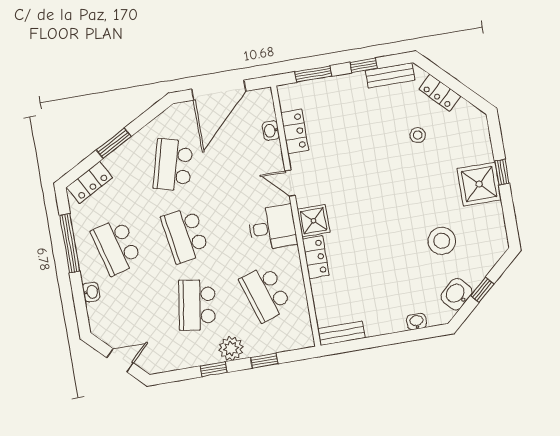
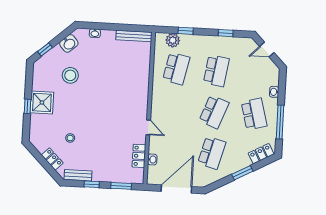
shower: (314, 221) -> (140, 103), removed
desk: (272, 228) -> (164, 105), removed
school desk: (185, 235) -> (214, 112), turned 30
locker: (316, 257) -> (143, 82), removed
window: (482, 290) -> (45, 50), moved
school desk: (265, 293) -> (176, 69), turned 30
bench: (341, 333) -> (134, 36), width x1.36
plant: (231, 349) -> (173, 40), moved
window: (214, 369) -> (226, 33), moved

